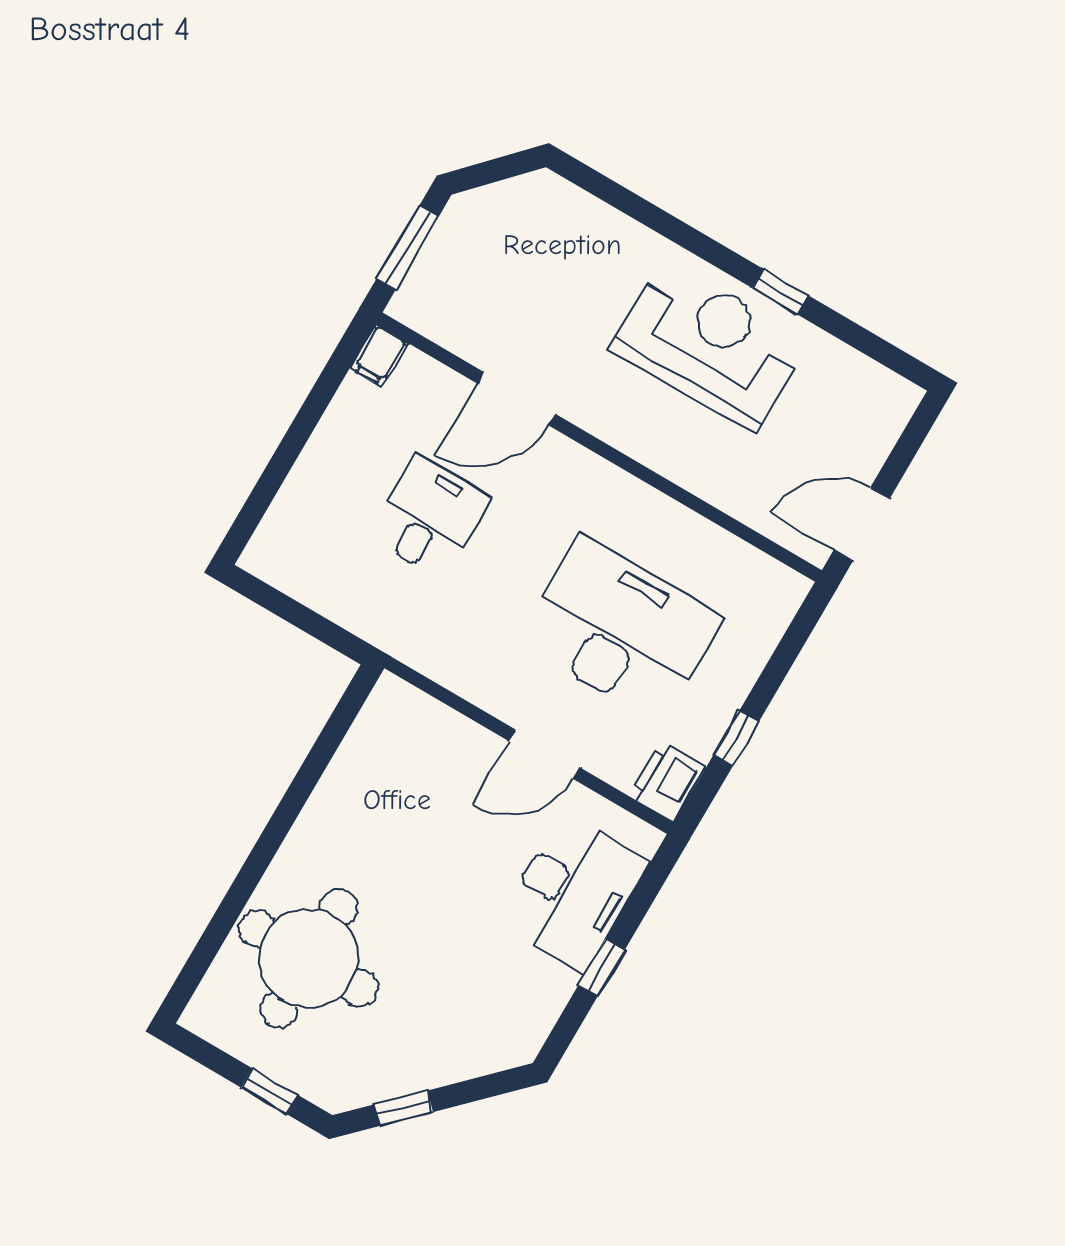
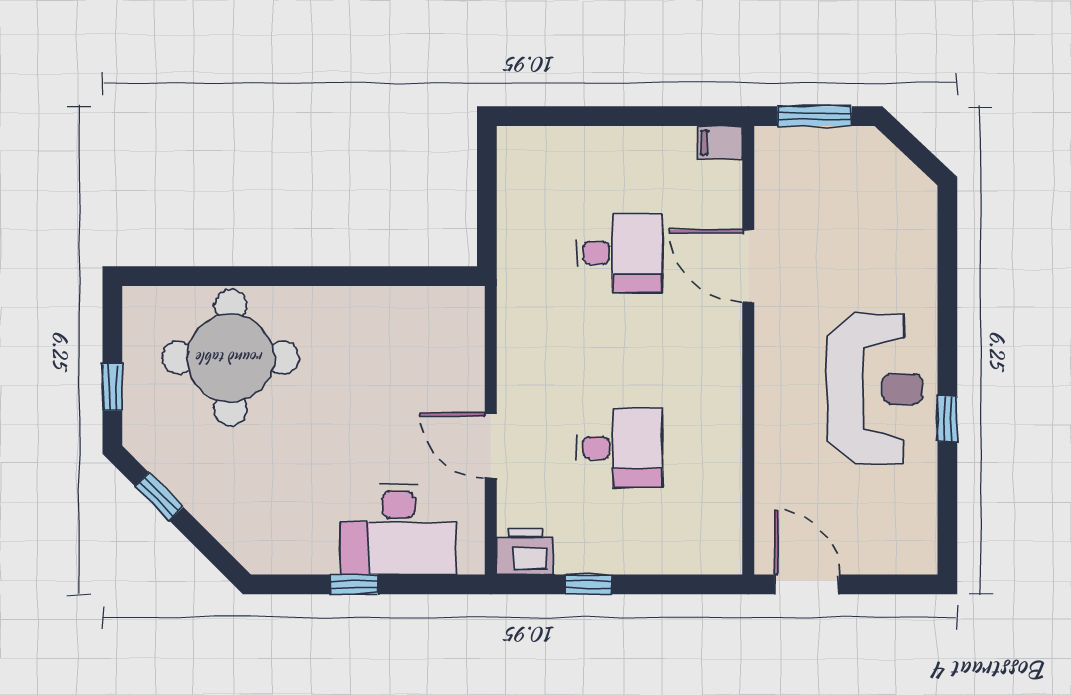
desk: (620, 629) -> (620, 448), width x0.53, depth x0.77

